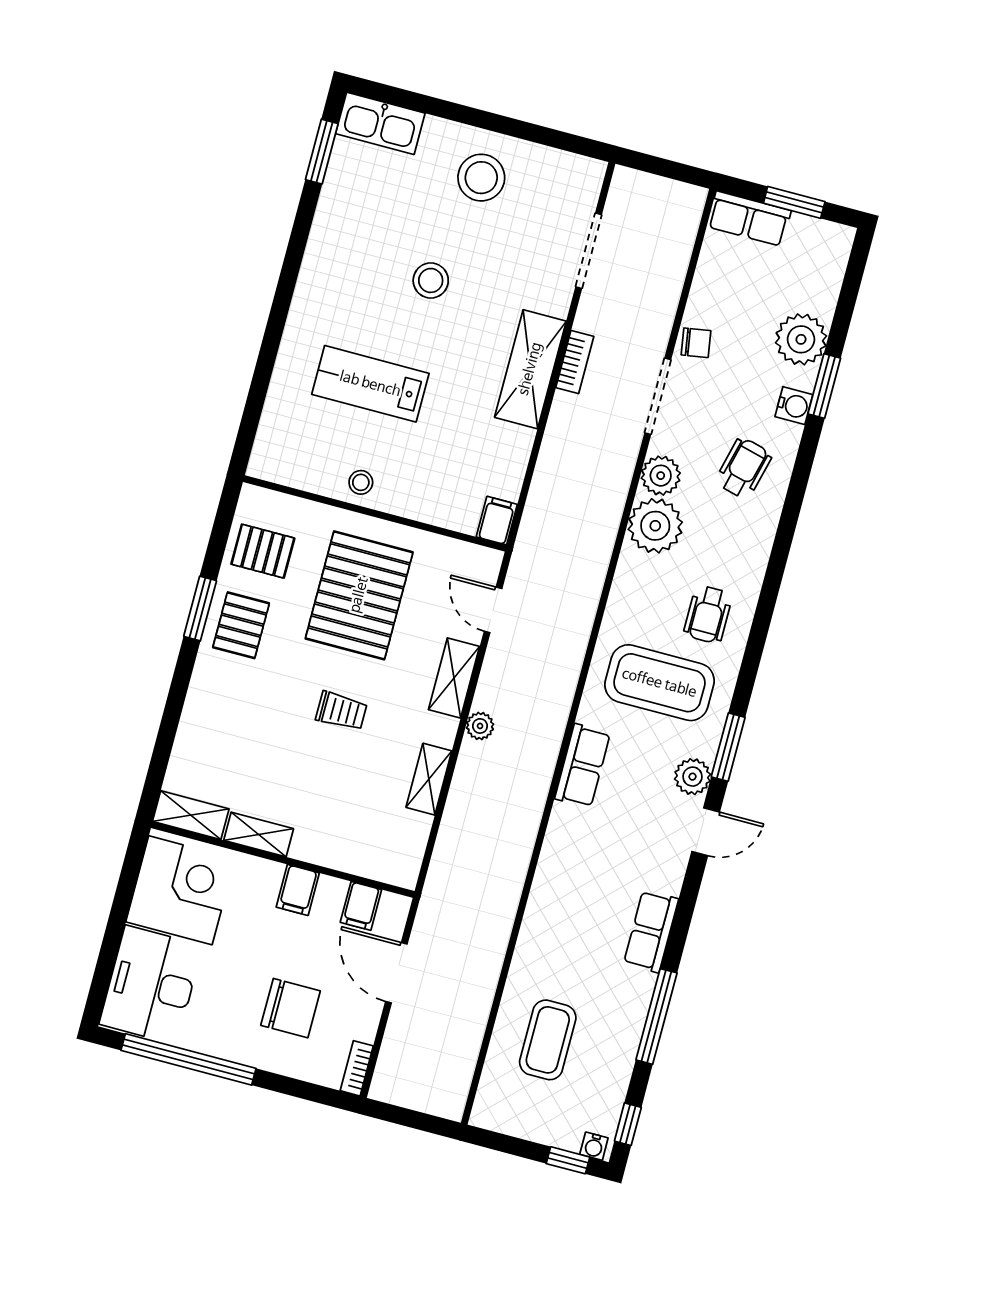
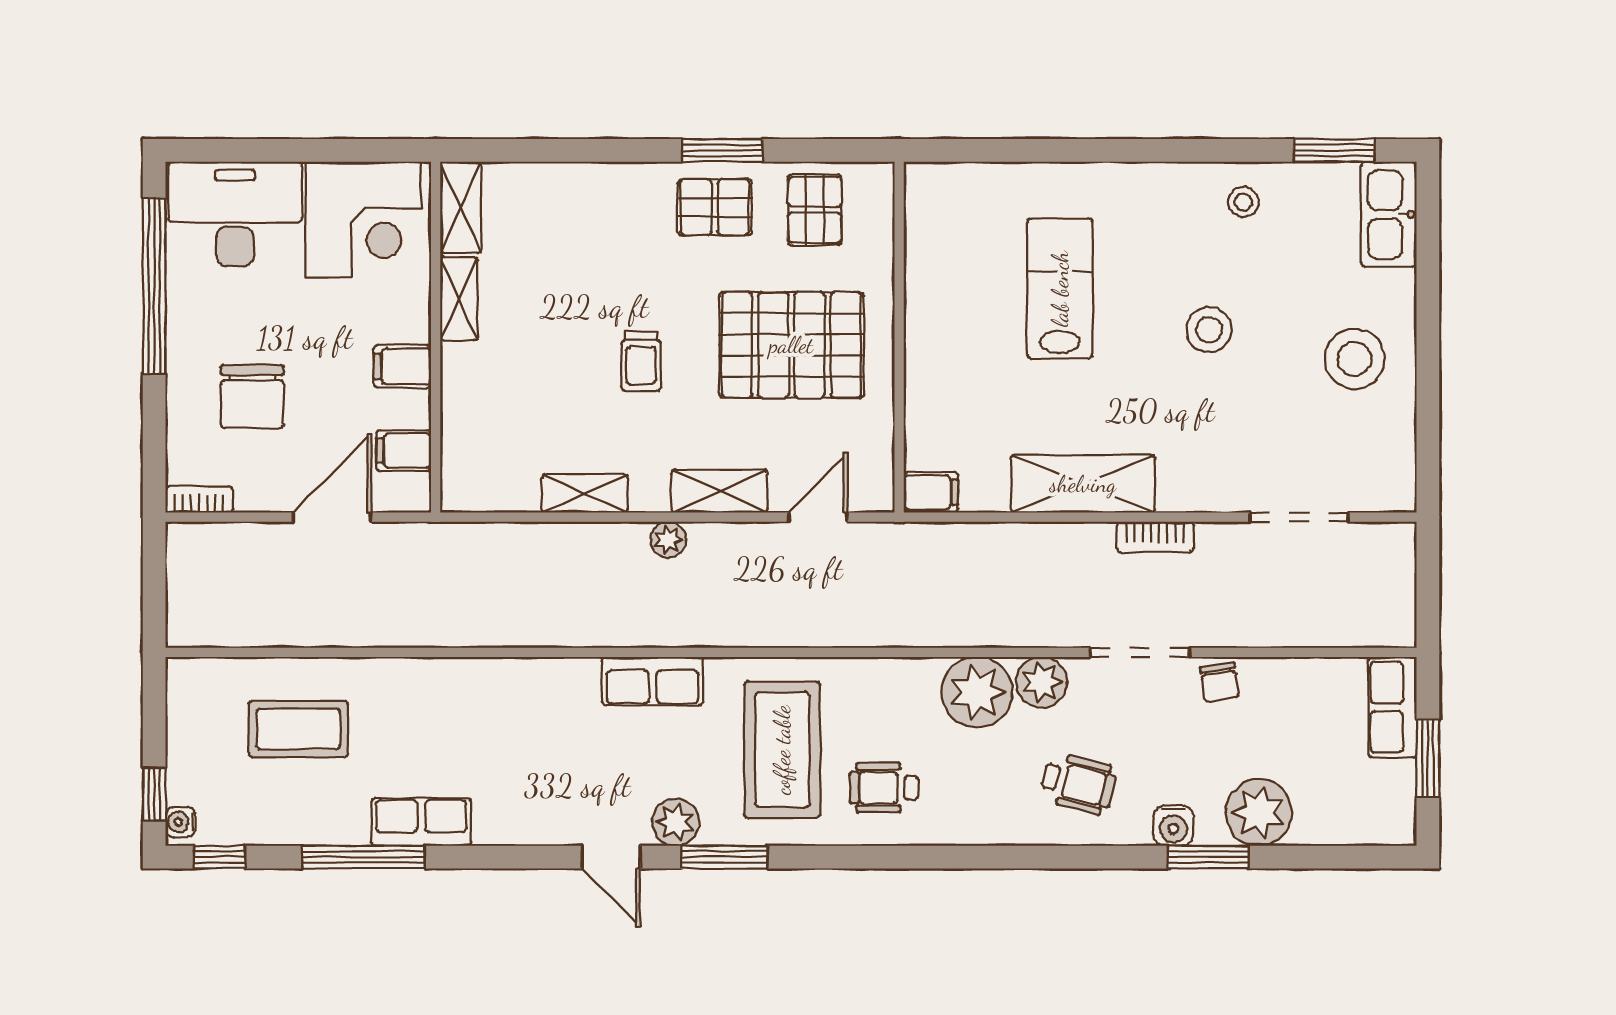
shelving: (530, 369) -> (1083, 484), moved
stool: (361, 482) -> (1243, 202), moved
row of seats: (651, 931) -> (421, 822), moved

